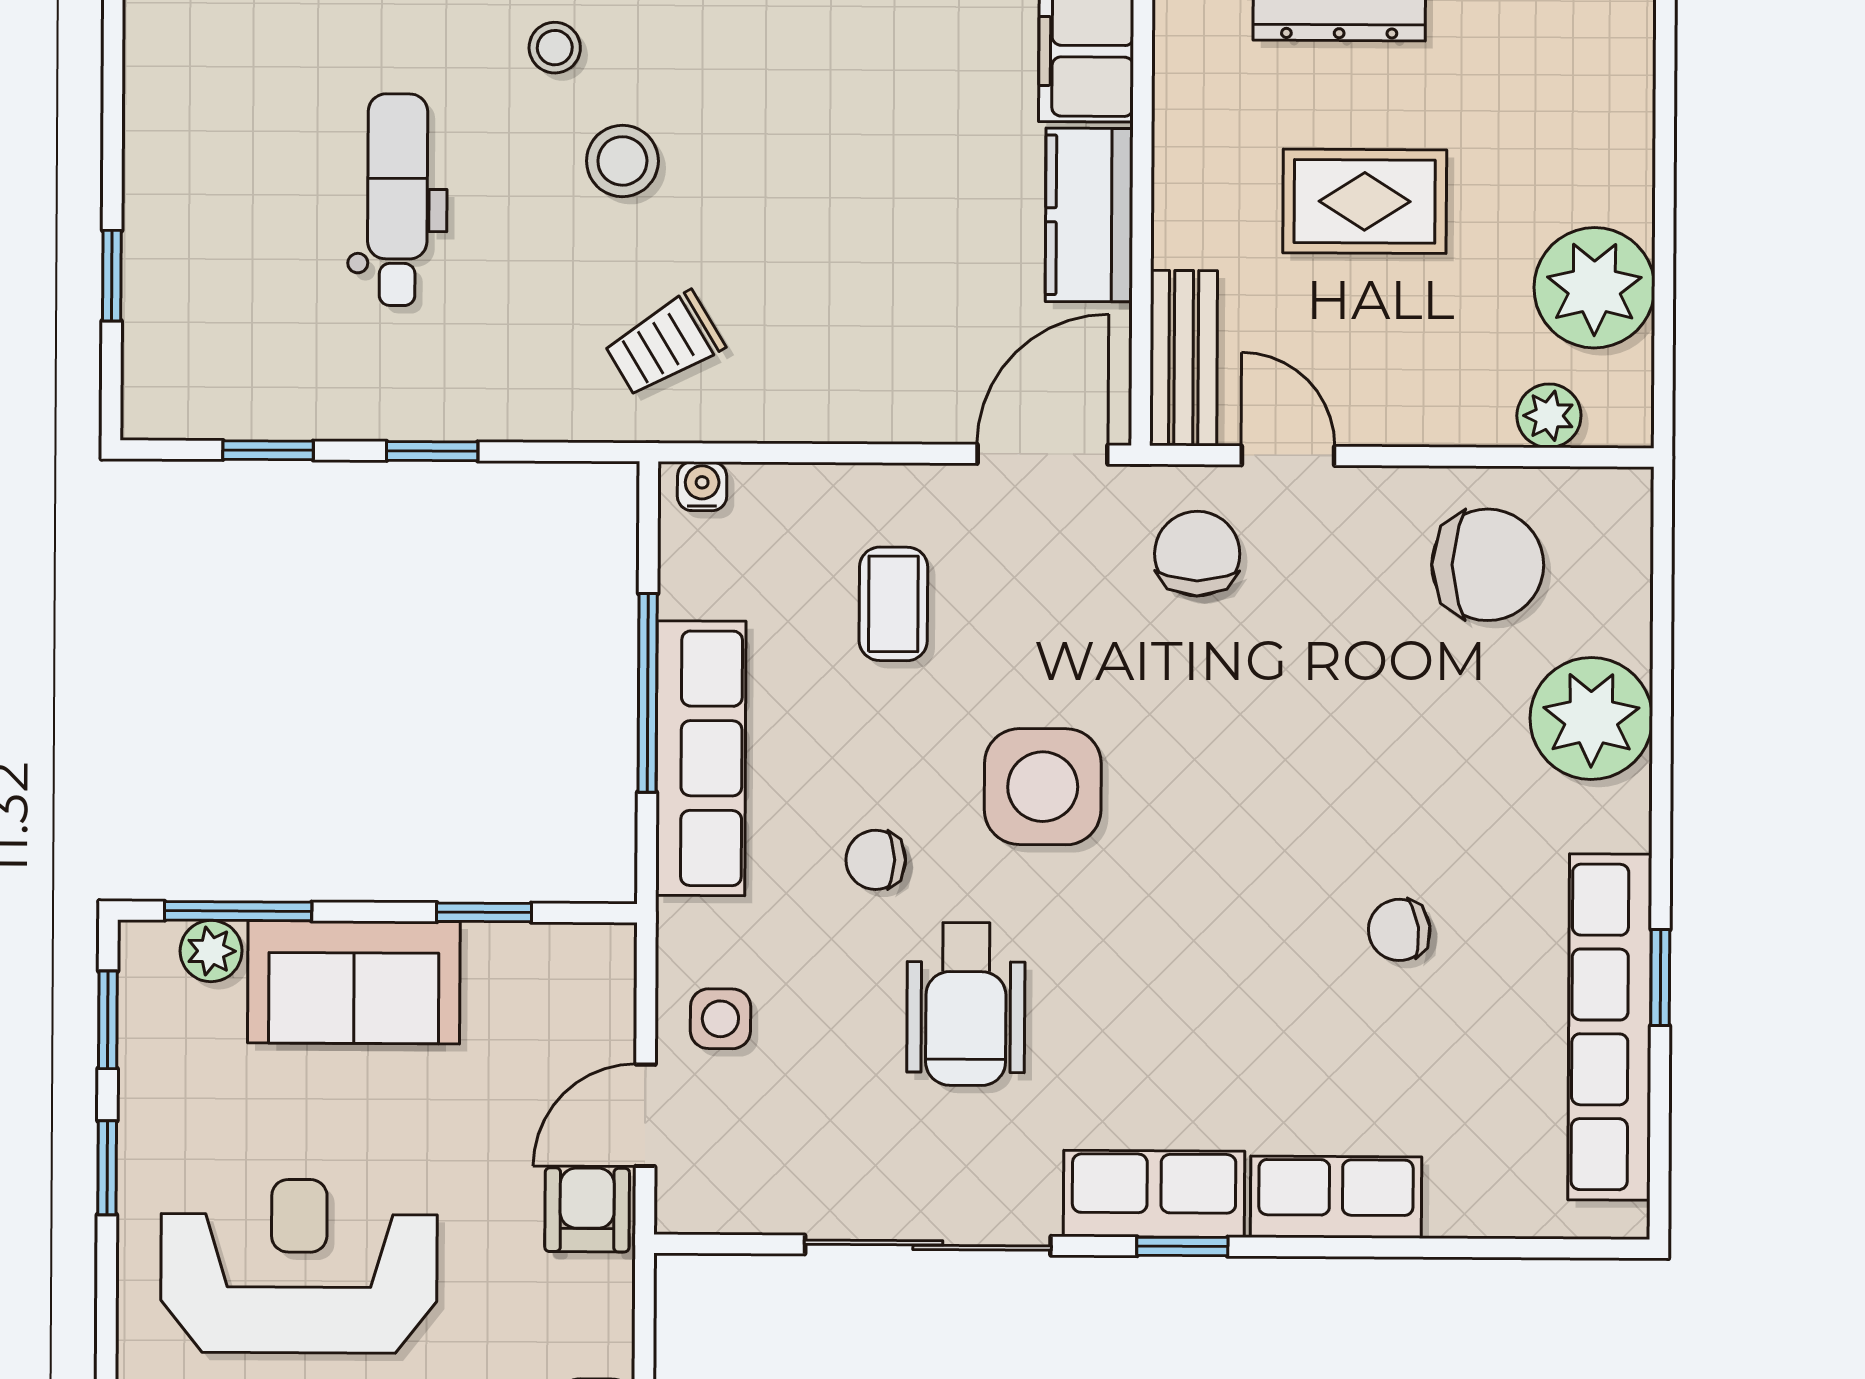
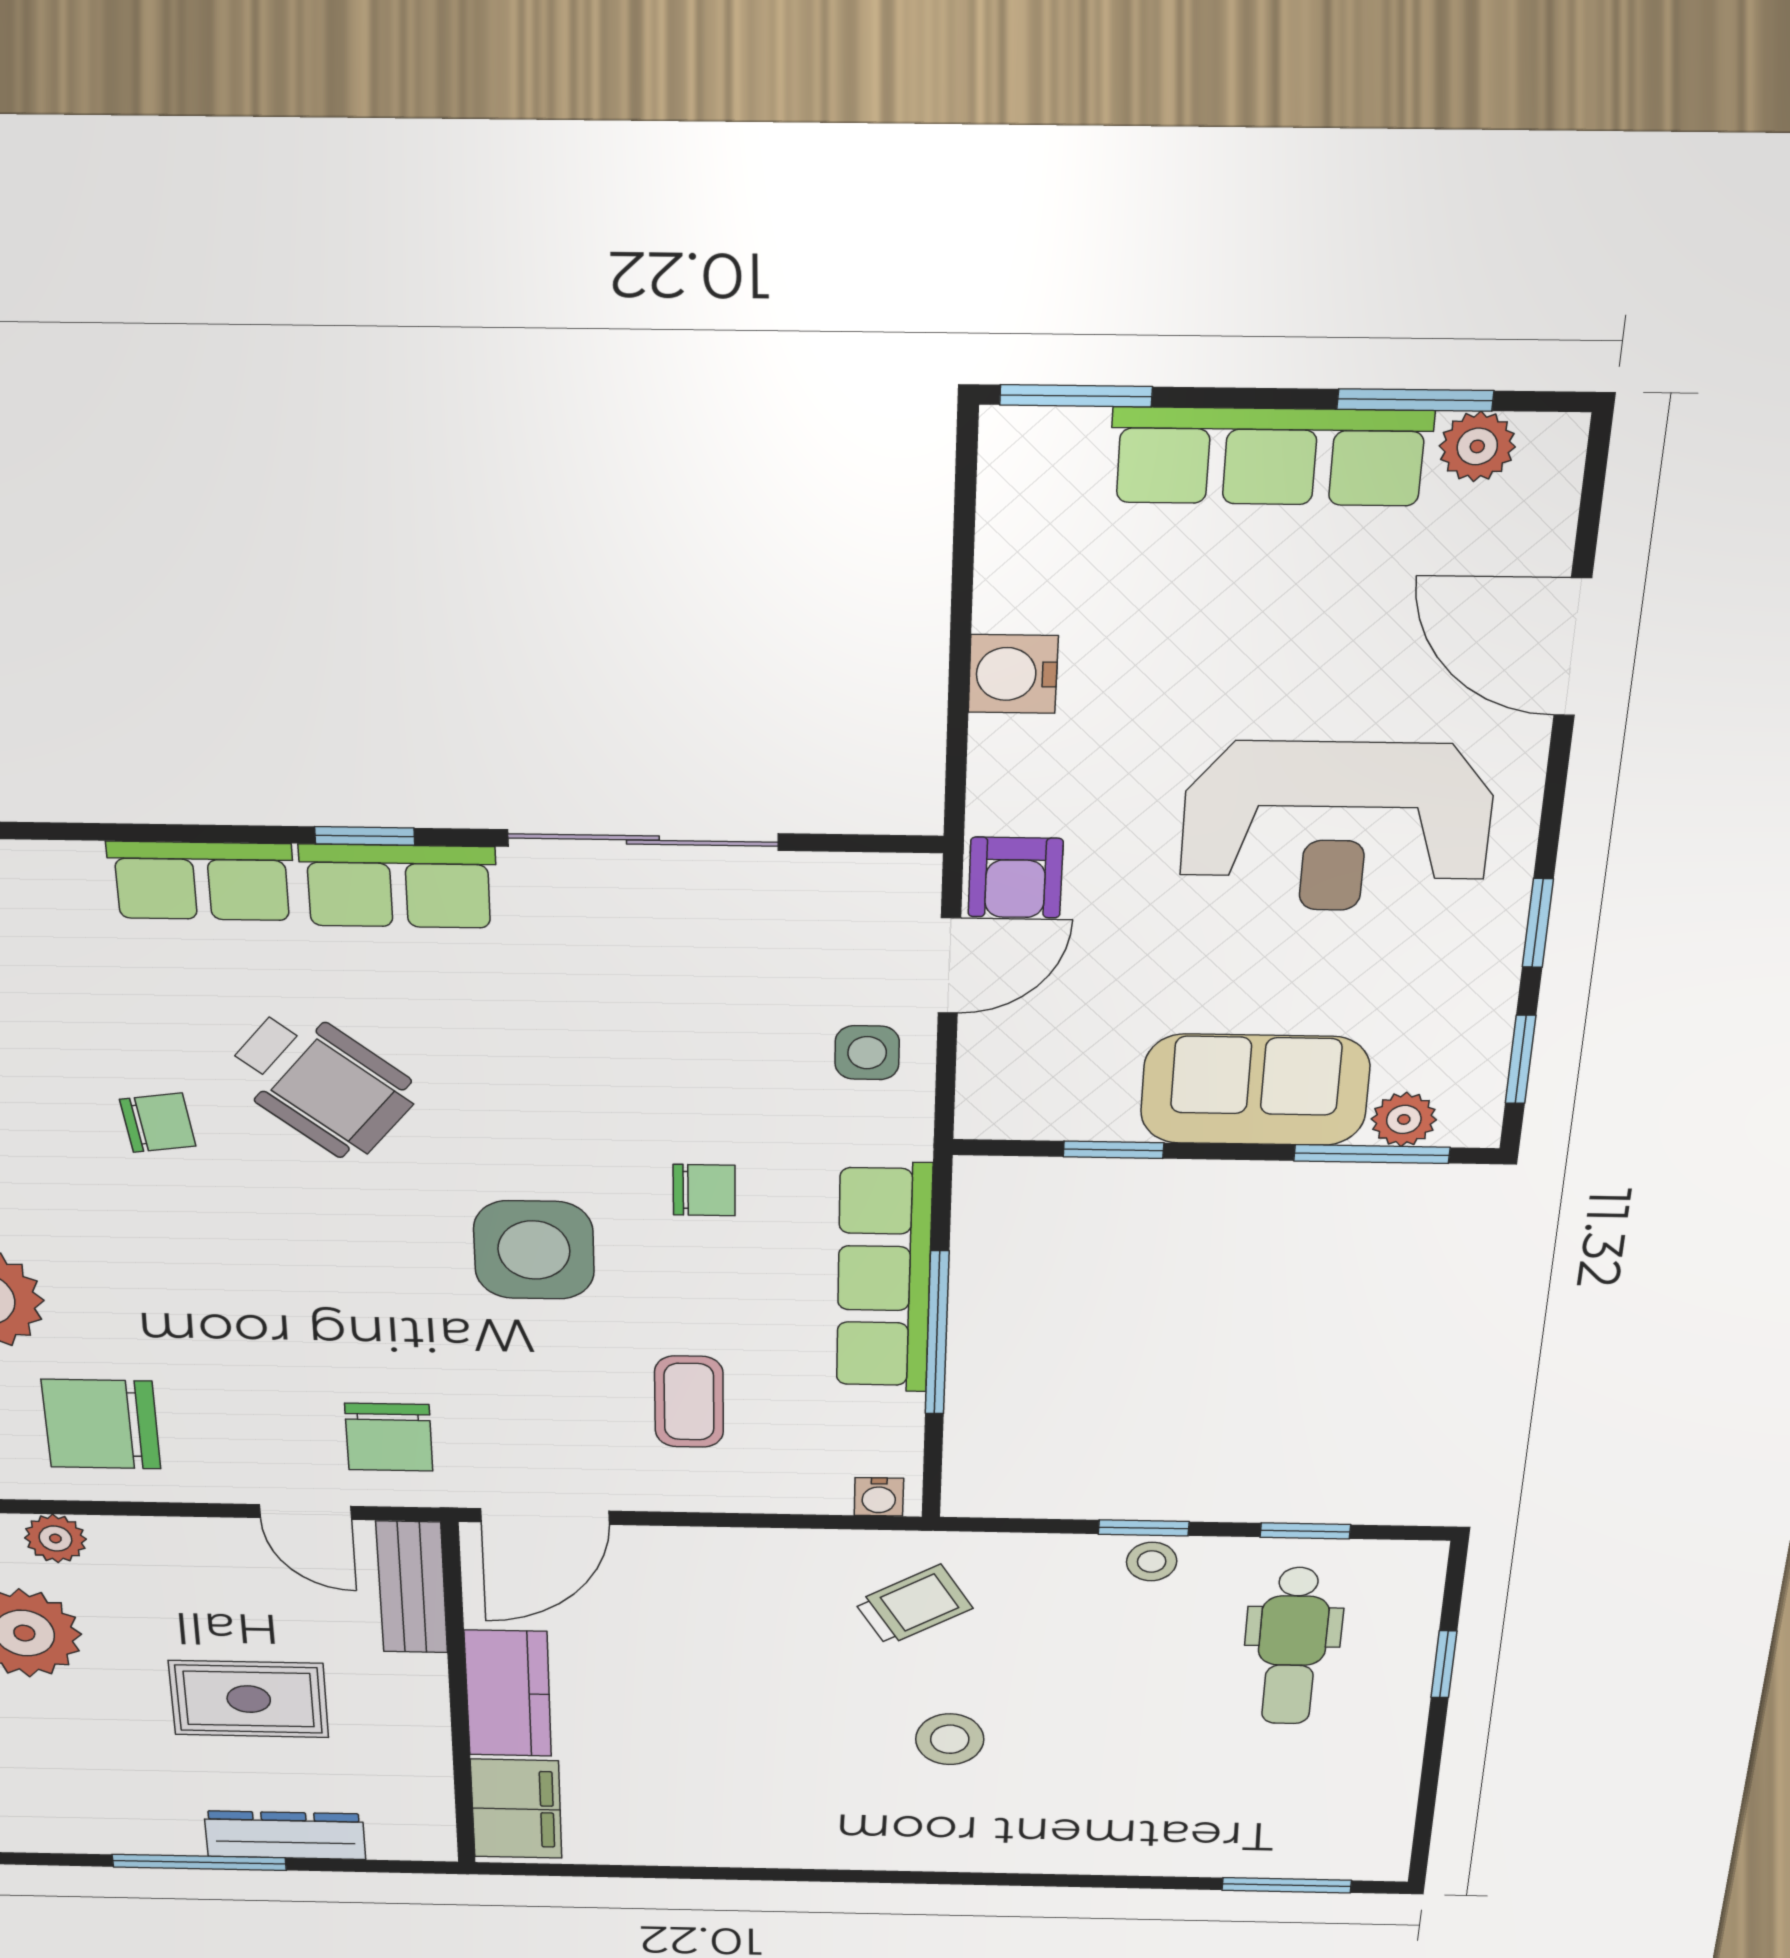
stool: (555, 48) -> (1152, 1562), moved
dental chair: (397, 200) -> (1292, 1646), moved
wheelchair: (966, 1004) -> (322, 1083), moved, turned 129

